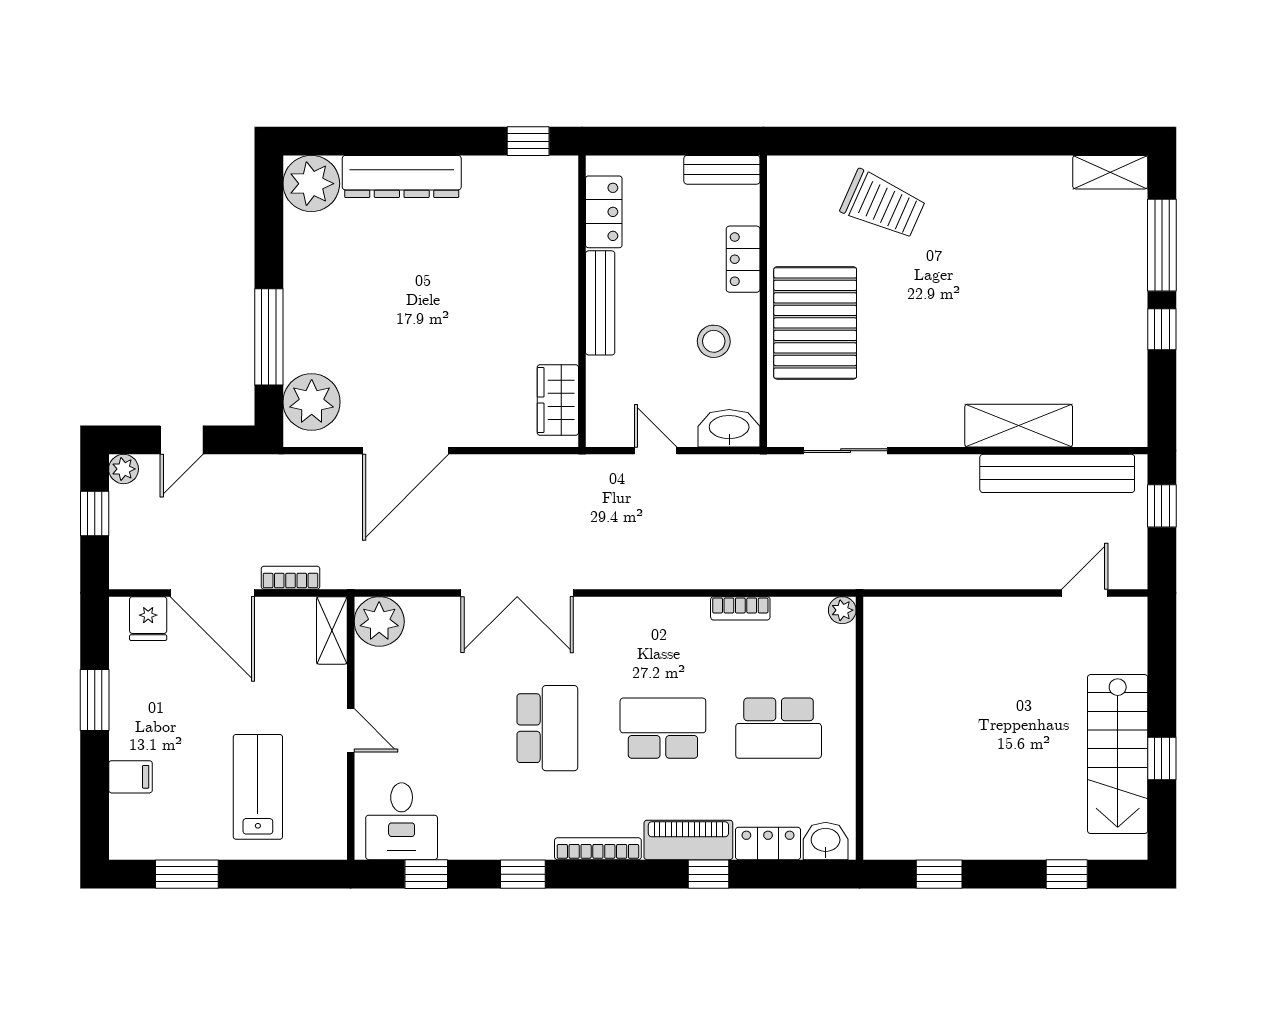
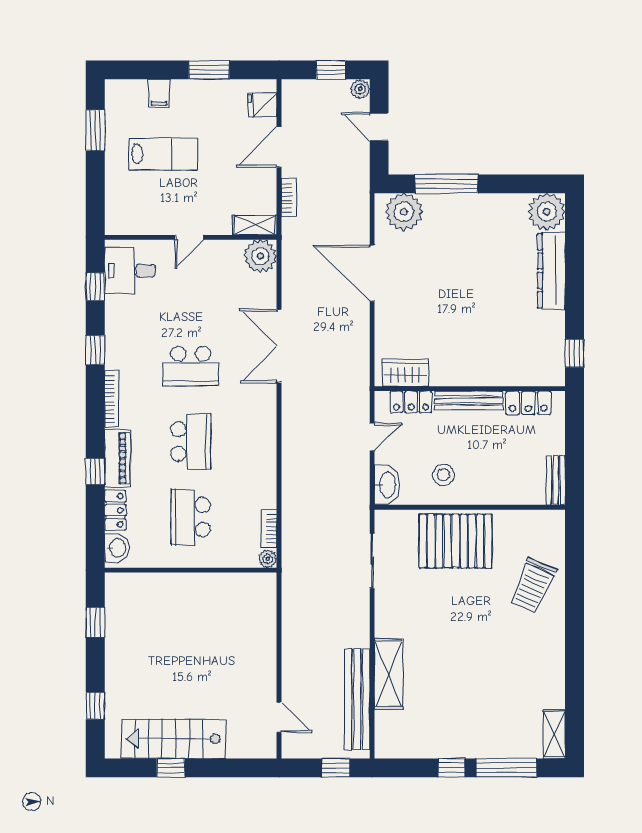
locker: (743, 259) -> (411, 402), moved, turned 180
door: (212, 593) -> (279, 147), width x0.73
bookcase: (740, 608) -> (269, 529), moved
lab bench: (258, 787) -> (163, 154), moved

